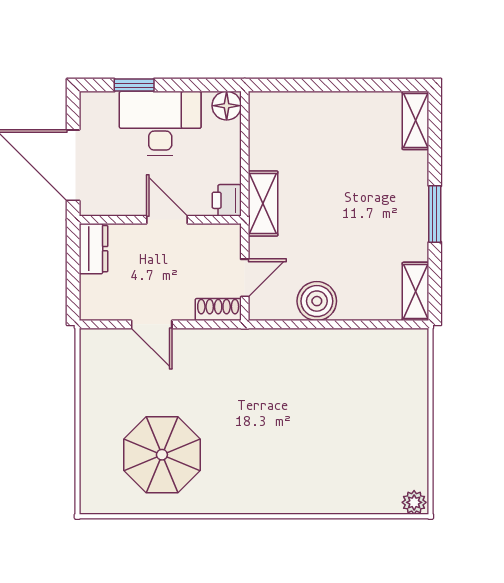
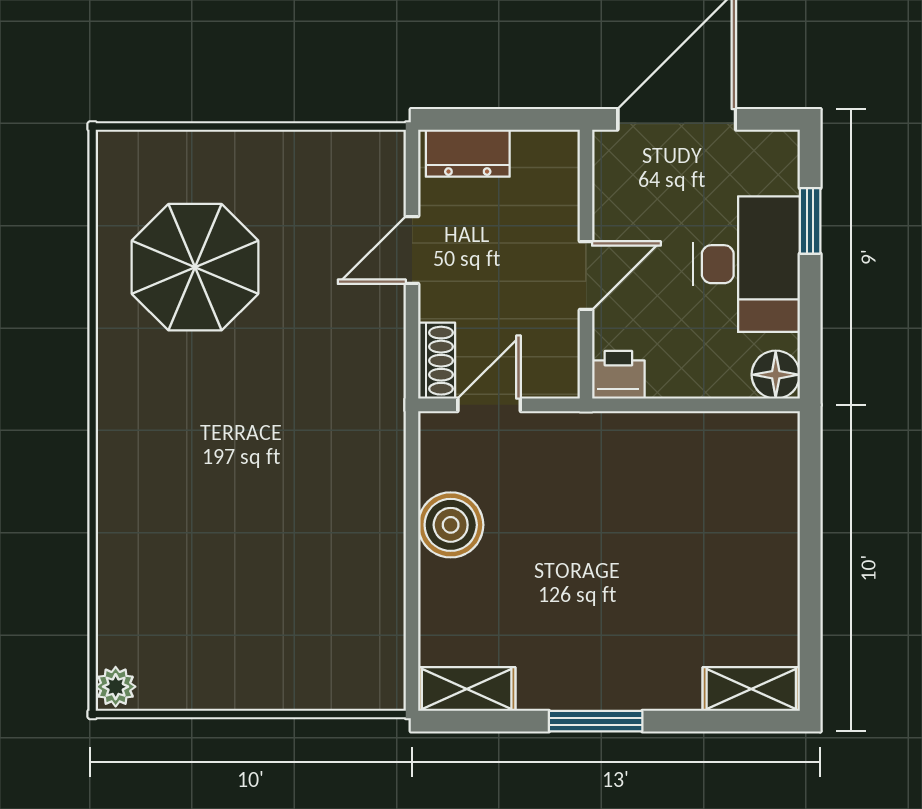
shelving: (263, 203) -> (613, 435), removed
dresser: (93, 249) -> (468, 153), moved
door: (245, 278) -> (489, 405), swing flipped

